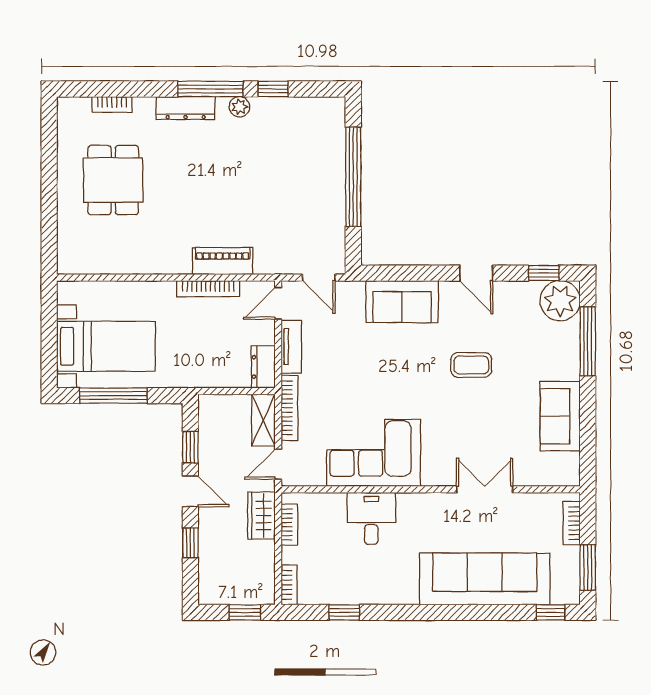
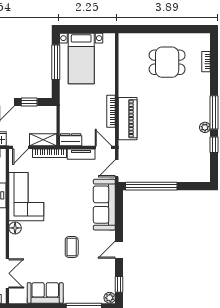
dresser: (186, 108) -> (204, 100), removed
window: (353, 177) -> (151, 186), moved
piano: (223, 261) -> (128, 119), width x1.37, depth x1.33
plant: (560, 301) -> (110, 298), width x0.53, depth x0.53
sofa: (402, 302) -> (104, 205), width x1.36
door: (278, 464) -> (20, 147), swing flipped
floor lamp: (434, 475) -> (15, 228), added
double door: (485, 489) -> (7, 273), moved

